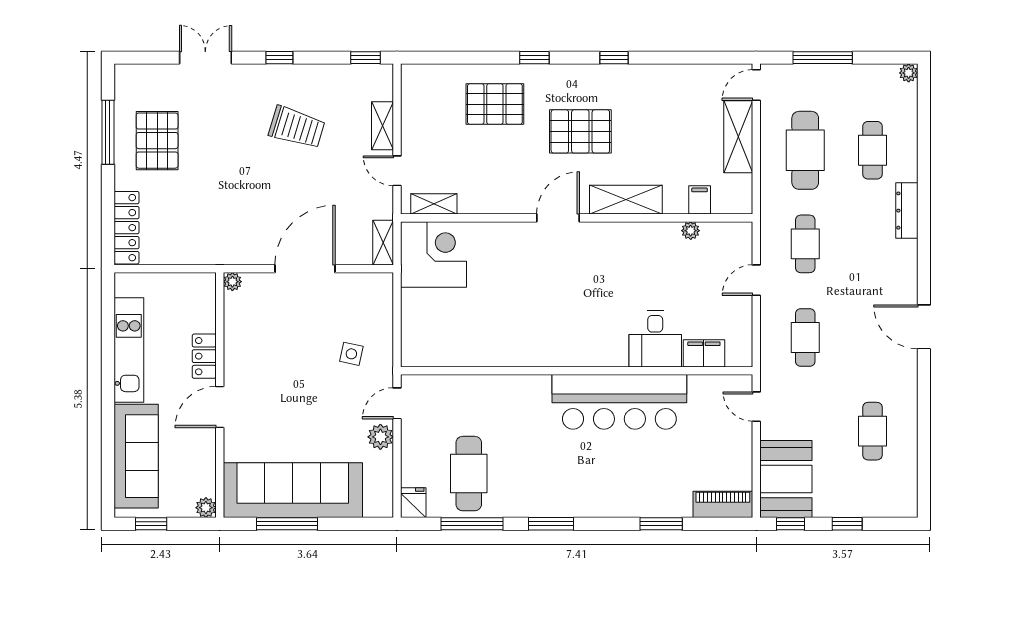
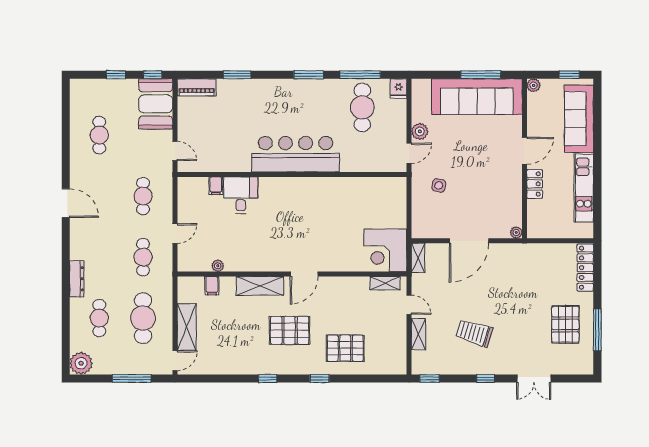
plant: (909, 73) -> (81, 363), width x1.87, depth x1.87
filing cabinet: (704, 353) -> (216, 186), width x0.50
bar counter: (619, 402) -> (296, 154), moved

